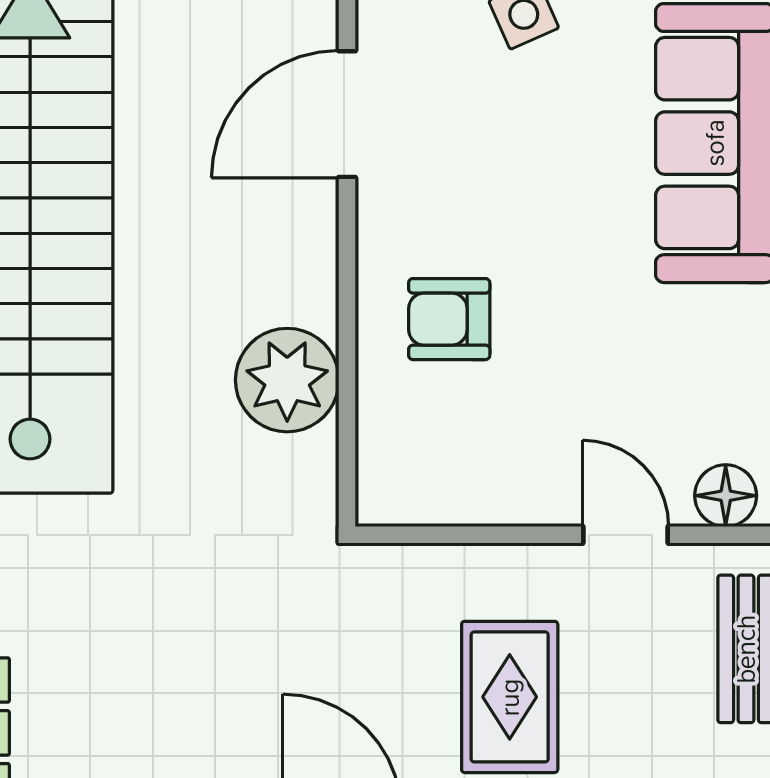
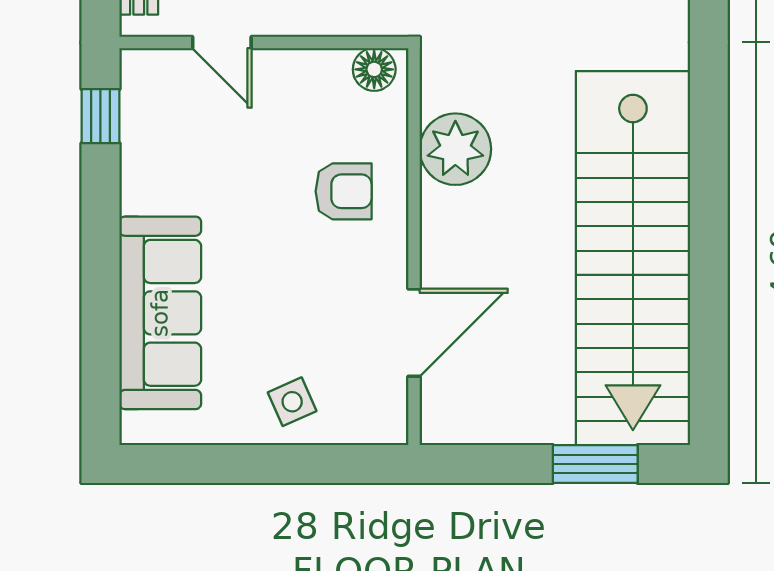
floor lamp: (726, 496) -> (374, 69), moved

